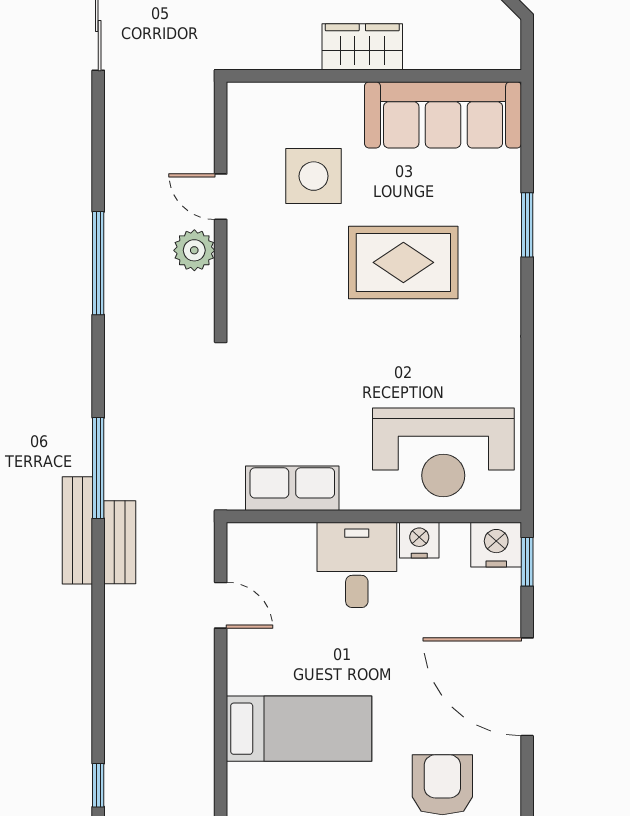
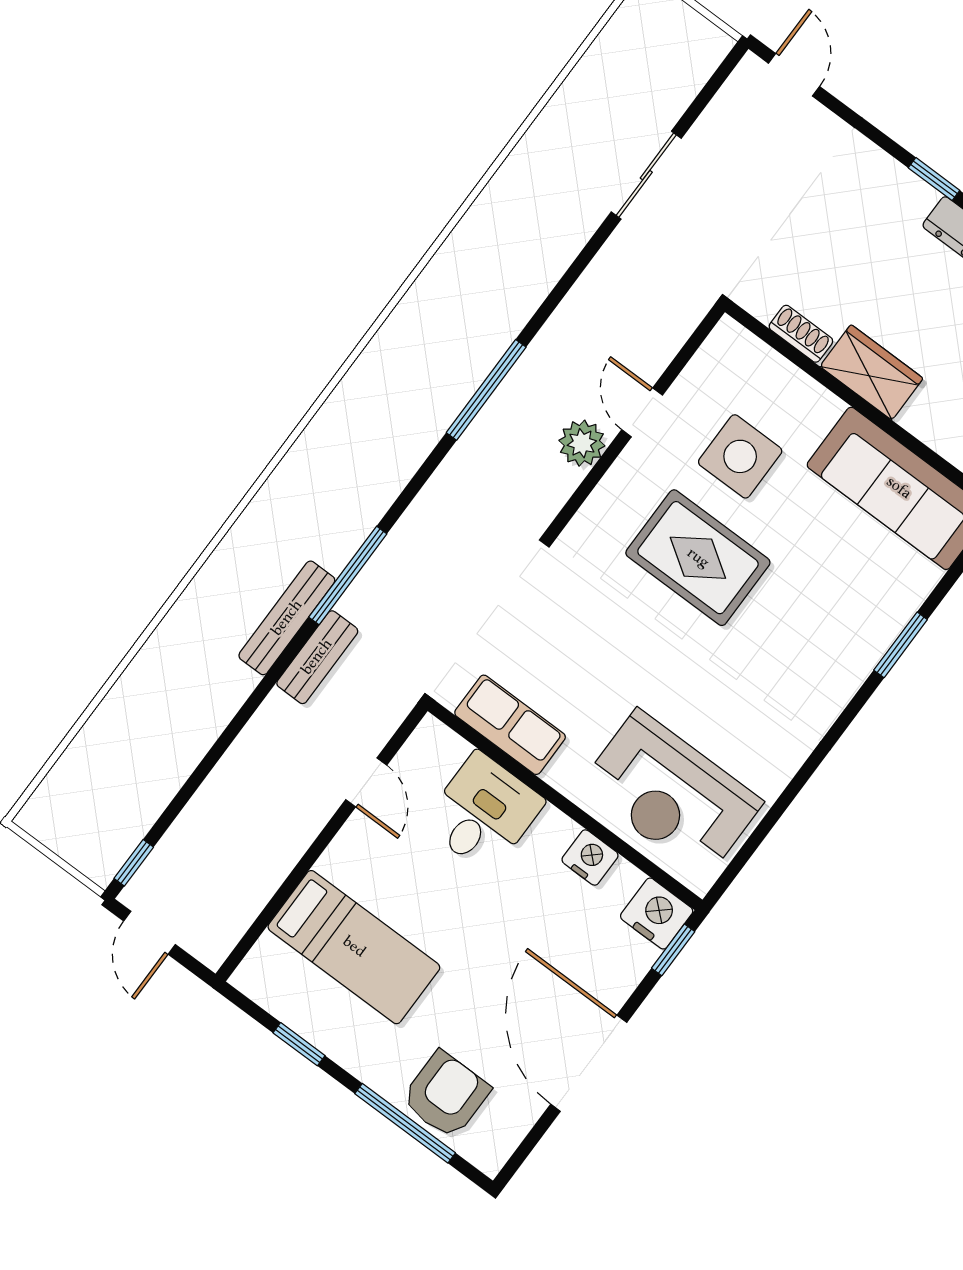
shoe rack: (292, 57) -> (801, 334), added
rug: (403, 262) -> (698, 558), moved
desk: (357, 565) -> (483, 813), moved

